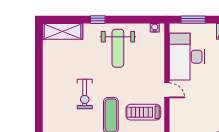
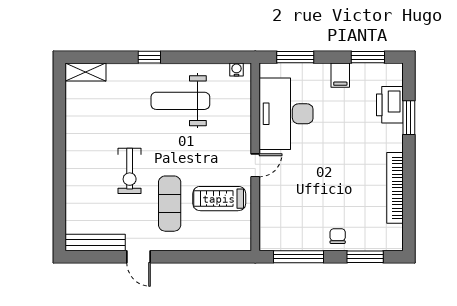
shelving: (63, 31) -> (86, 72), width x0.67, depth x0.75
weight bench: (118, 48) -> (180, 101), turned 90
door: (167, 90) -> (255, 165), hinge flipped

